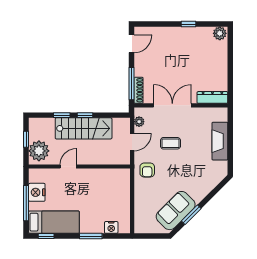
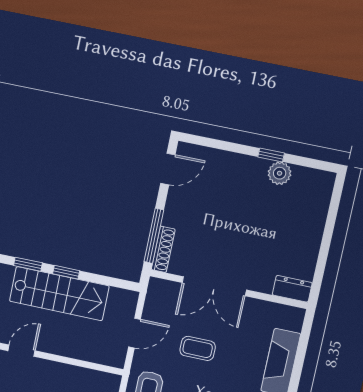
plant: (220, 33) -> (280, 173), moved
dresser: (212, 97) -> (292, 289), width x0.70
double door: (172, 105) -> (214, 286), swing flipped
plant: (139, 122) -> (153, 302), removed

